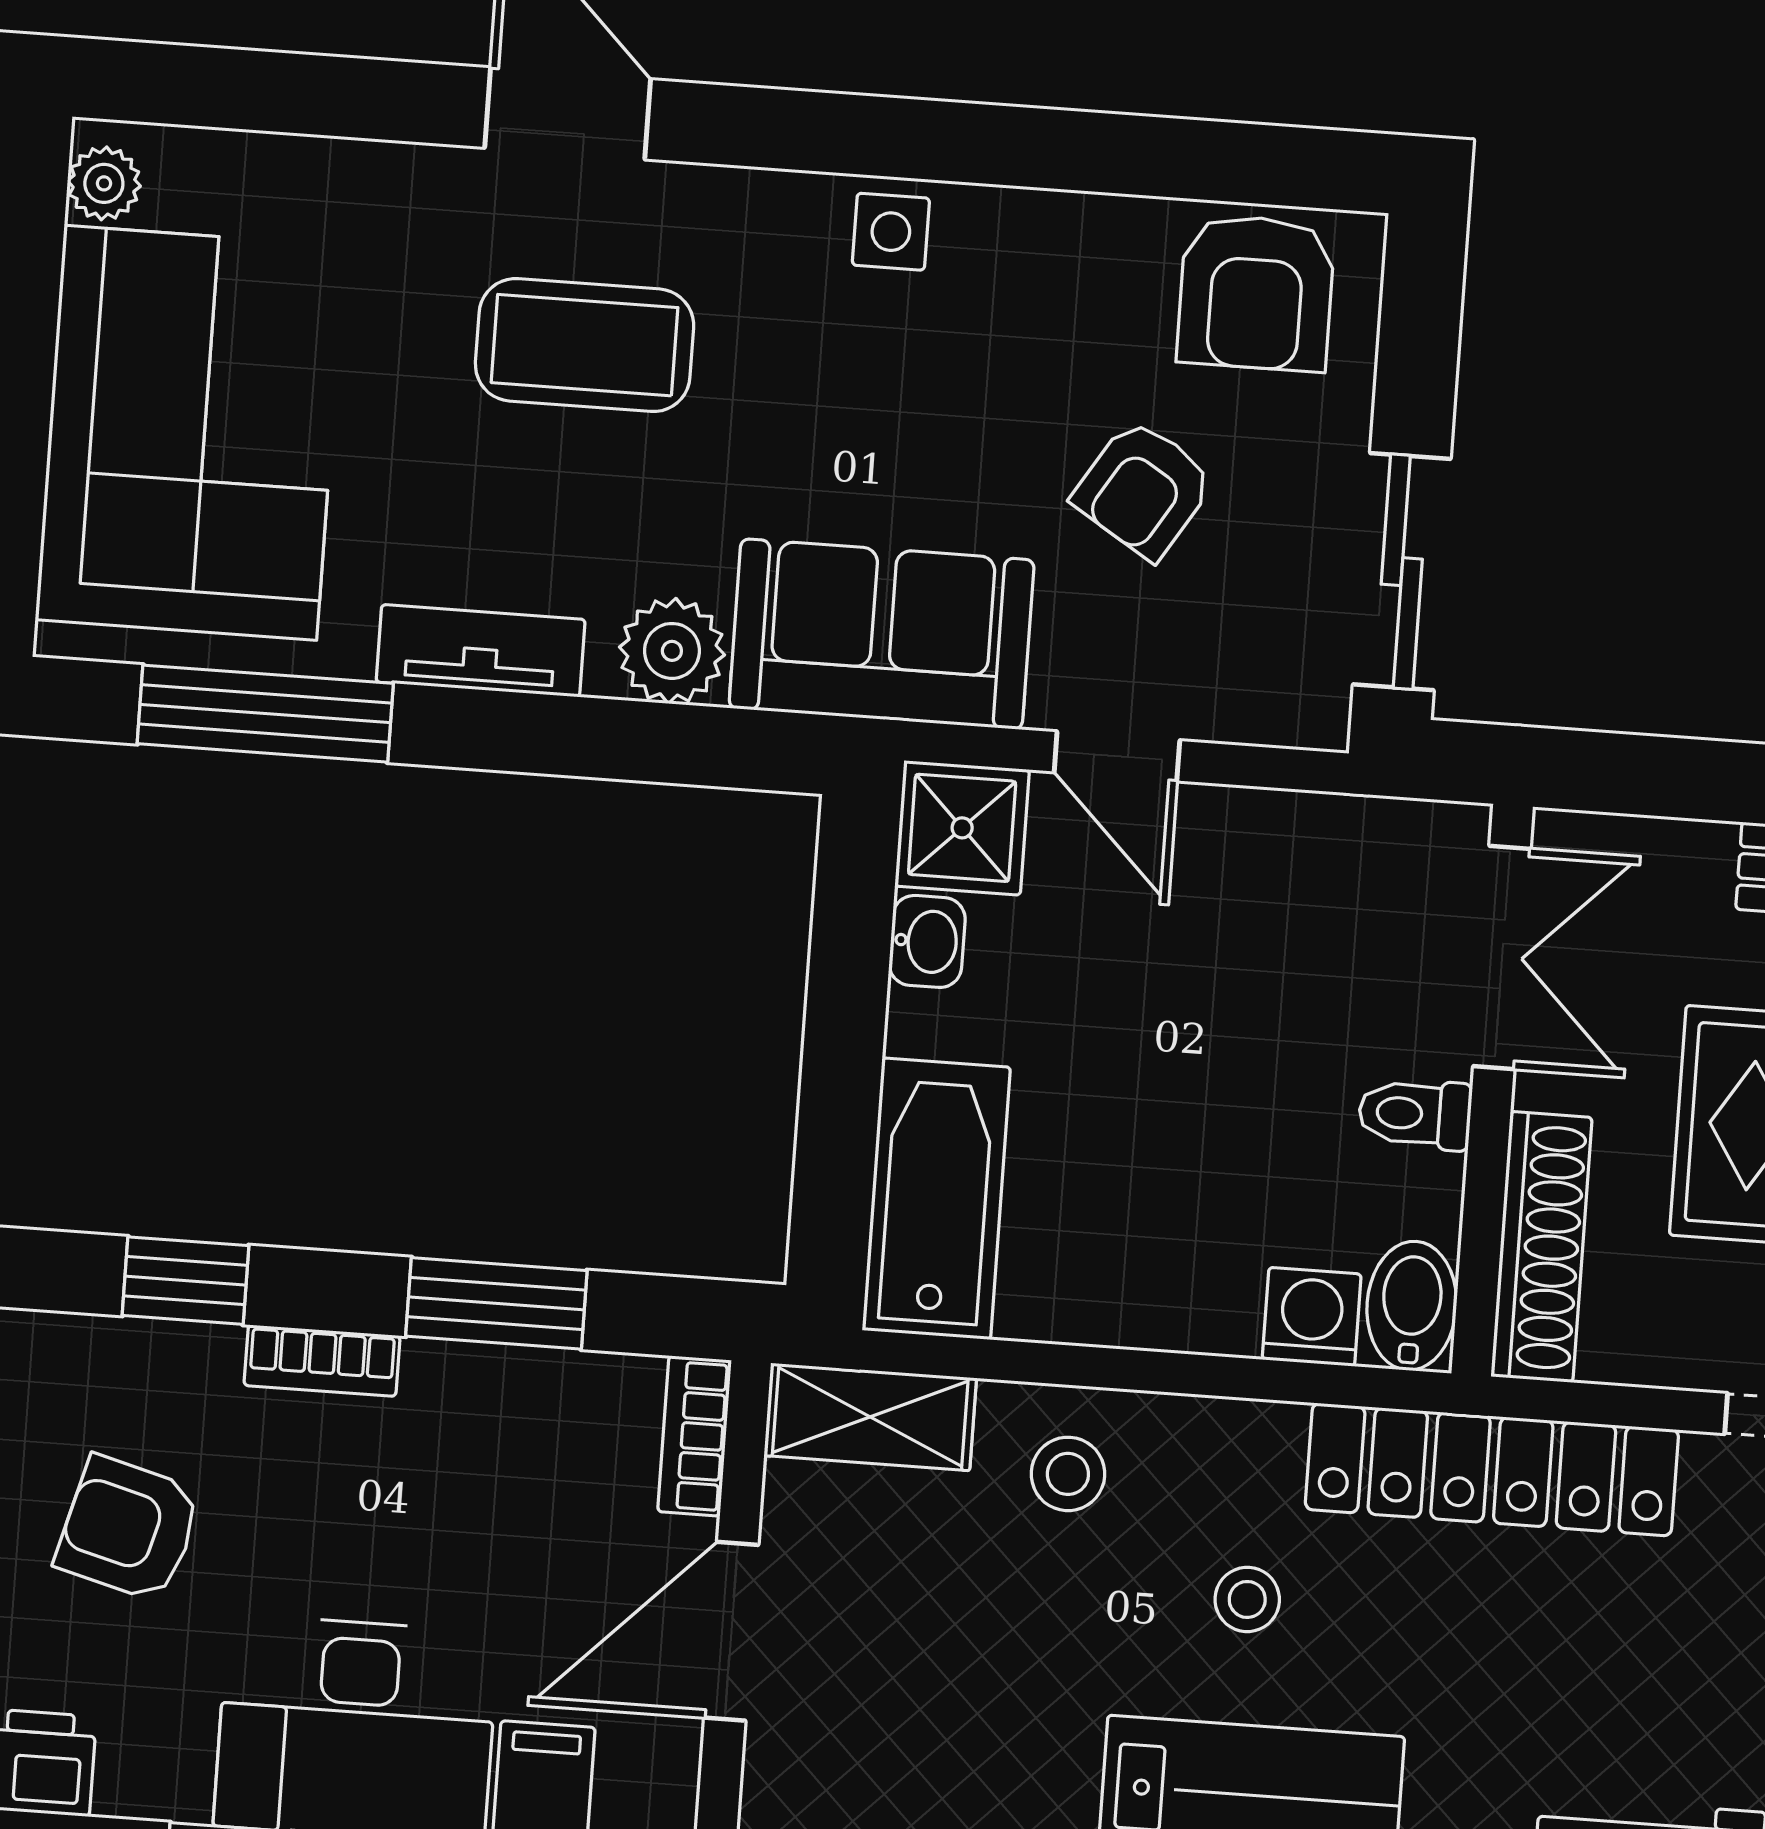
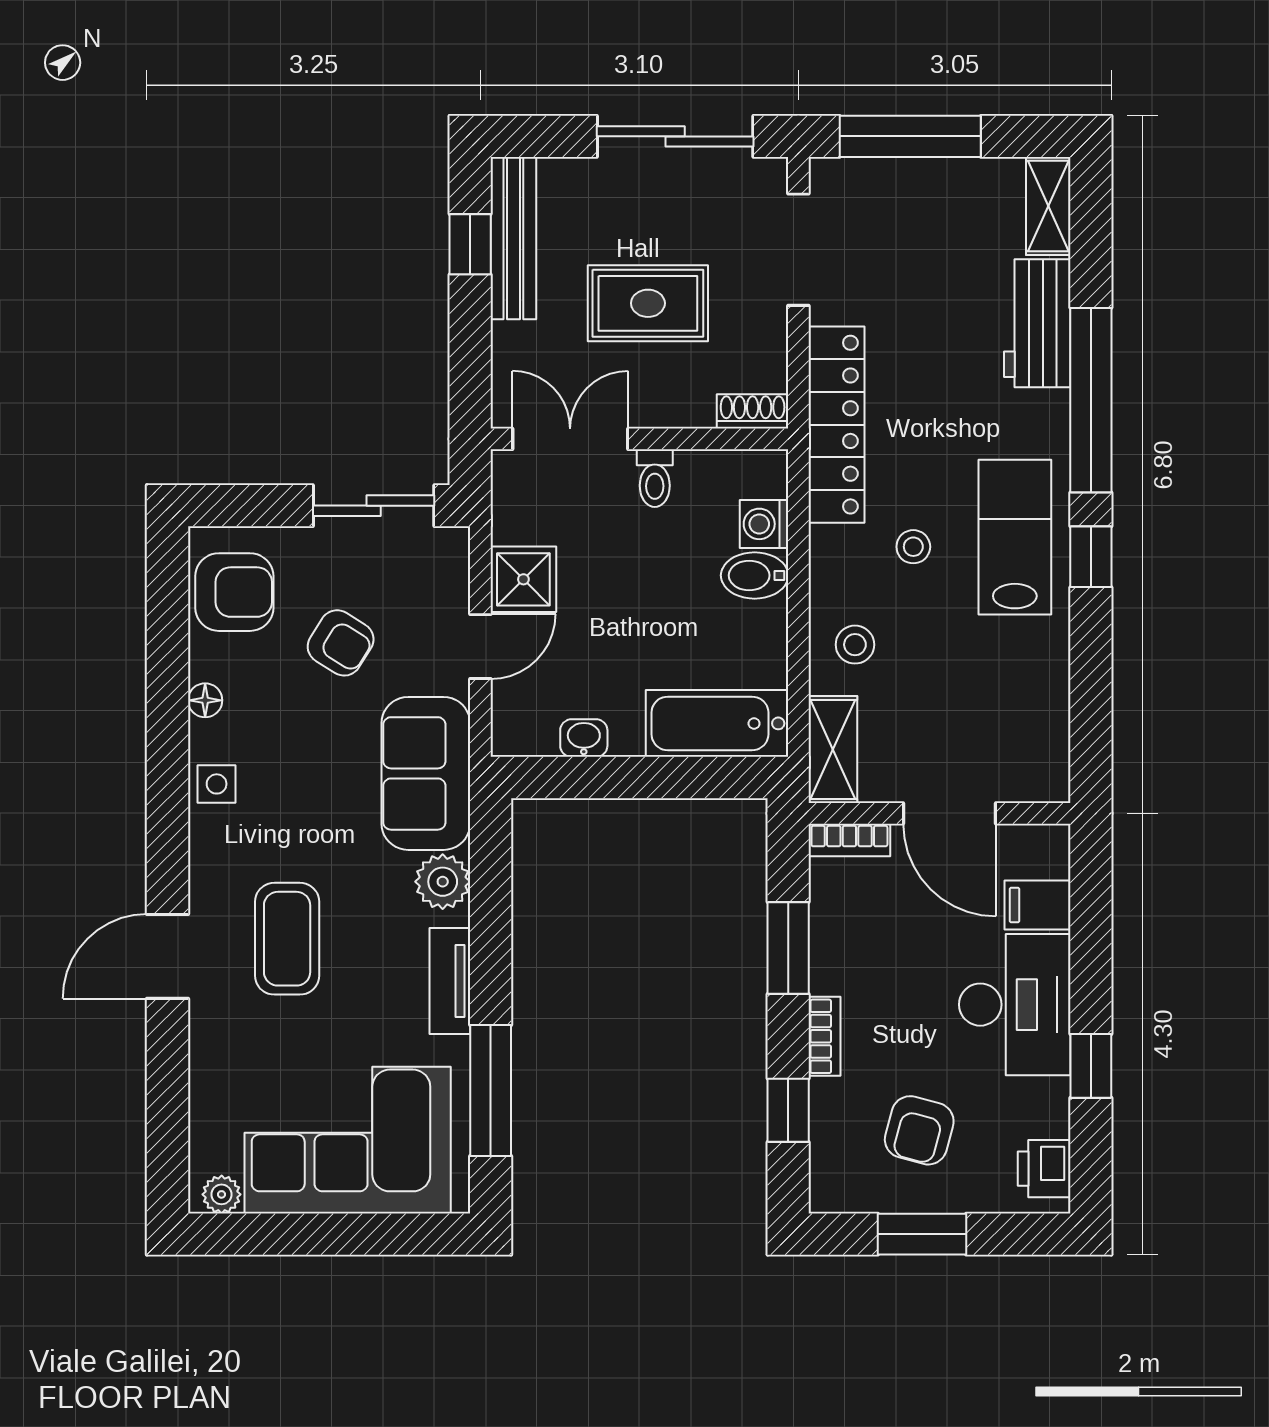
floor lamp: (1053, 221) -> (205, 700), added
shower: (962, 828) -> (523, 579), moved
shoe rack: (1542, 1247) -> (753, 411), width x0.51, depth x0.81
bidet: (1412, 1306) -> (755, 575), moved

